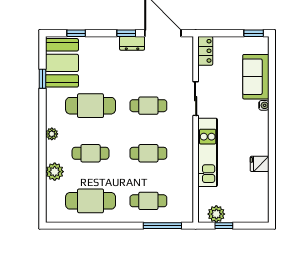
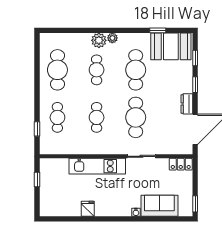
window: (126, 33) -> (195, 85), moved
cafe table: (148, 106) -> (136, 117), width x1.37, depth x1.35
plant: (55, 172) -> (99, 40), moved
plant: (216, 214) -> (47, 173), removed
window: (162, 226) -> (37, 129), width x0.46

